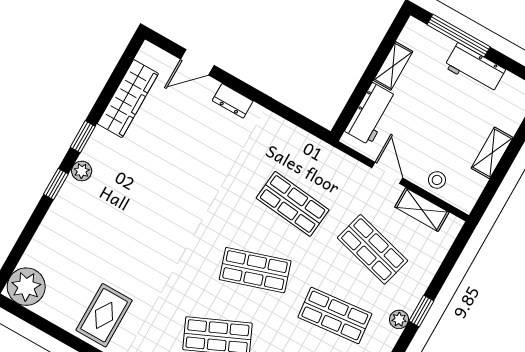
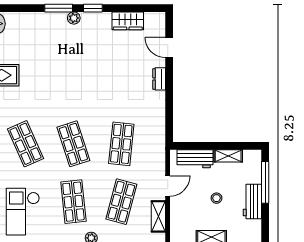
wardrobe: (128, 99) -> (128, 21), width x0.67
stool: (437, 180) -> (217, 198), moved
window: (56, 184) -> (59, 8), width x1.50

